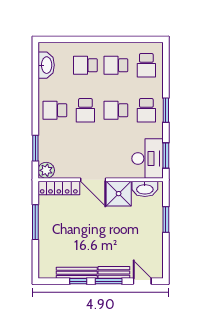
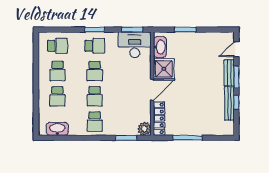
school desk: (85, 110) -> (95, 96), turned 90

